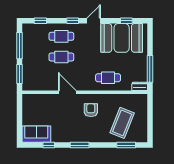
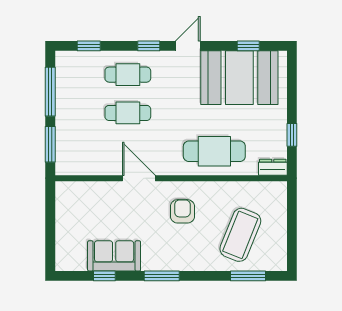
window: (150, 69) -> (292, 135), width x0.46
cafe table: (108, 78) -> (214, 151), width x1.37, depth x1.35
sofa: (36, 134) -> (114, 256), moved

